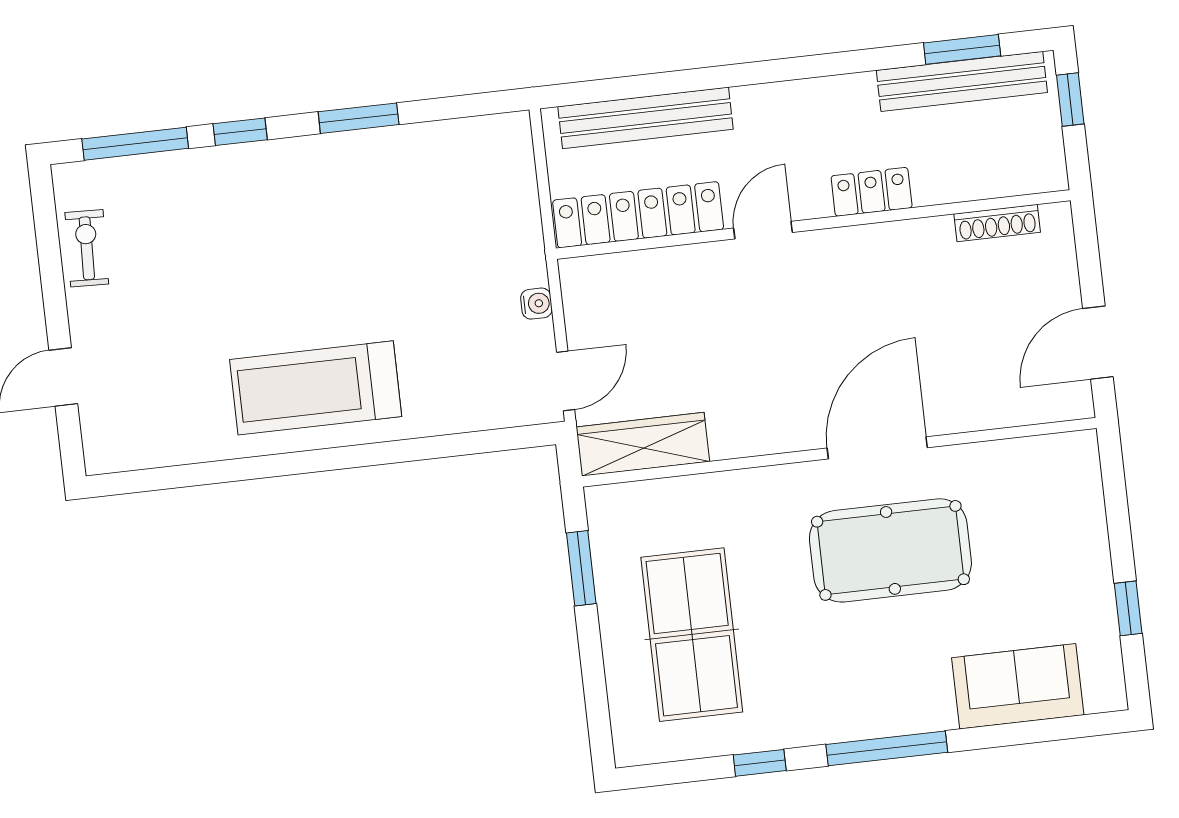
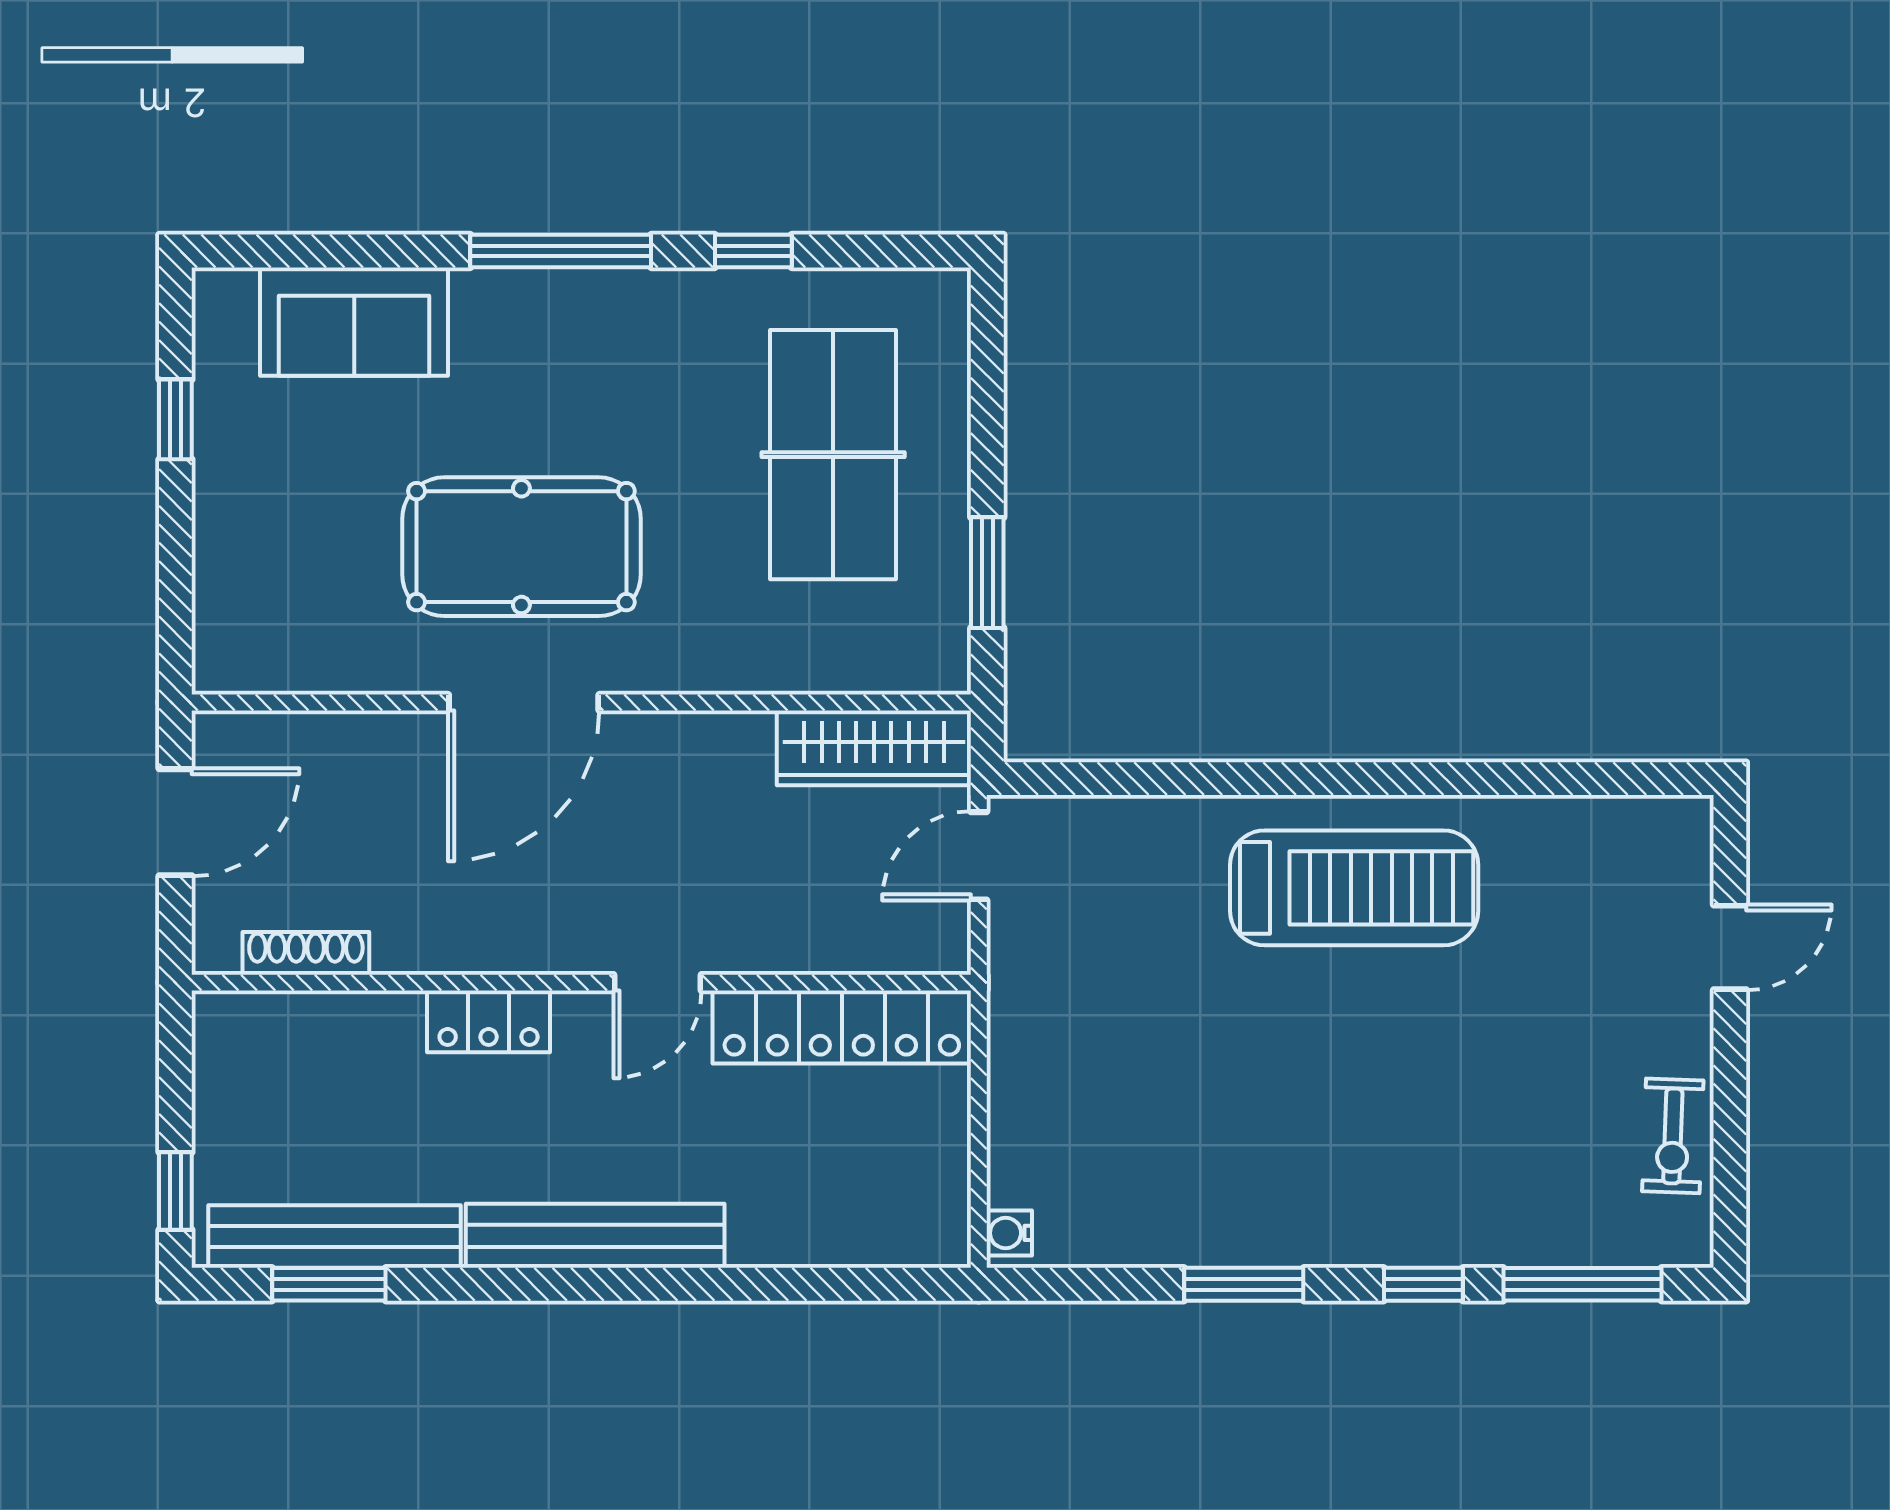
bench: (645, 118) -> (595, 1236), moved
locker: (872, 192) -> (489, 1021), moved
locker: (638, 215) -> (842, 1027), moved
shoe rack: (997, 223) -> (306, 953), moved
wall: (813, 224) -> (581, 983), moved
door: (763, 230) -> (658, 983), moved
water cooler: (536, 304) -> (1009, 1233), moved

